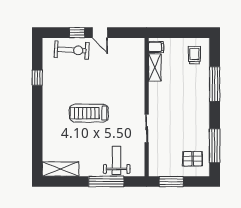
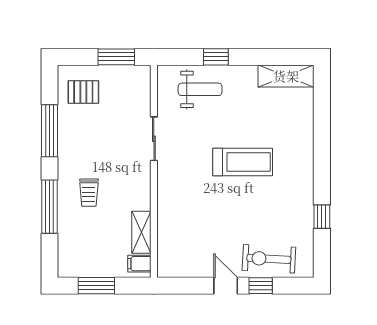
window: (184, 33) -> (96, 286), added
trolley: (194, 55) -> (89, 193), moved
window: (215, 146) -> (49, 131), moved
weight bench: (117, 160) -> (200, 89), turned -90
window: (106, 182) -> (216, 57), width x0.46

